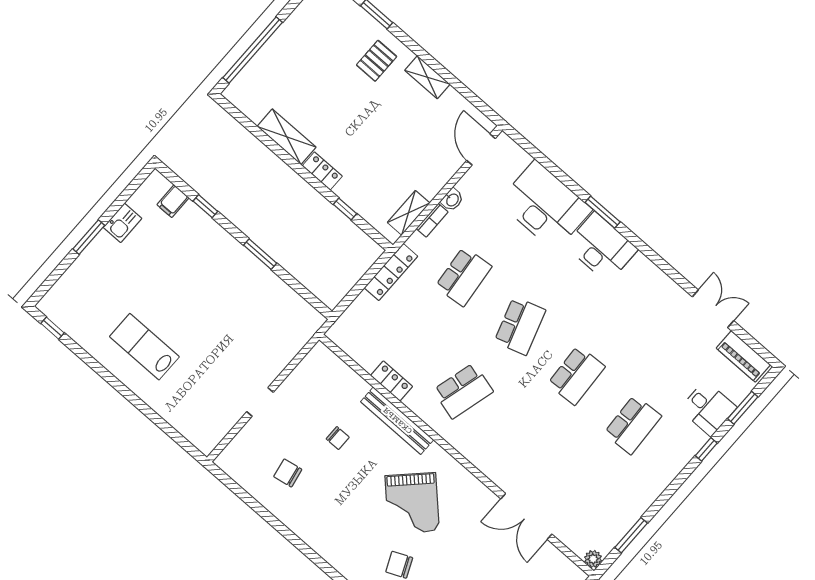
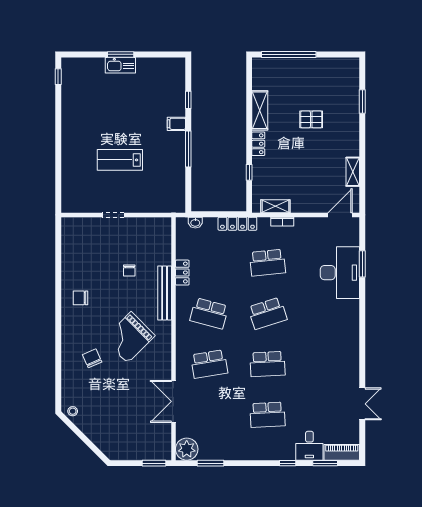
pallet: (377, 61) -> (311, 119), moved
shelving: (427, 77) -> (353, 172), moved
washbasin: (452, 200) -> (195, 223), moved
filing cabinet: (173, 201) -> (176, 124), moved
window: (603, 212) -> (362, 264), moved
kitchen sink: (123, 223) -> (120, 65), moved, width x1.38
desk: (601, 247) -> (344, 320), removed
window: (260, 254) -> (188, 149), width x1.44
lab bench: (144, 347) -> (120, 160), moved, turned -90
piano: (743, 356) -> (342, 452), moved, turned 90
school desk: (519, 440) -> (209, 364), added
chair: (288, 473) -> (80, 298), moved, turned -79
plant: (593, 559) -> (187, 449), width x1.87, depth x1.87

